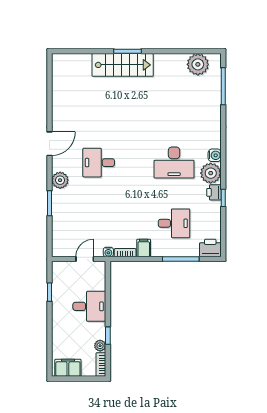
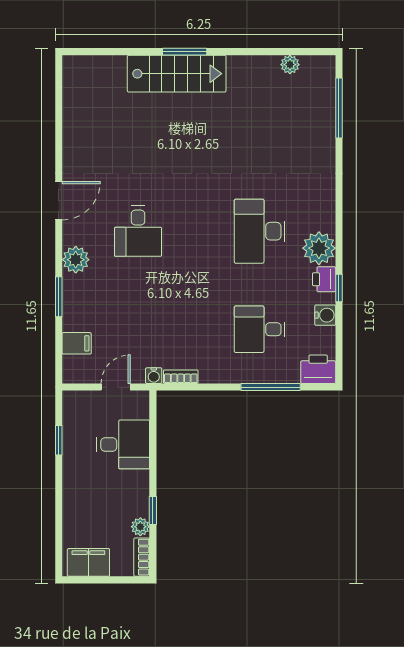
plant: (198, 64) -> (290, 65), width x0.53, depth x0.53
water cooler: (215, 155) -> (325, 315), moved
desk: (99, 163) -> (138, 231), turned -90
desk: (174, 163) -> (260, 231), turned 90
desk: (174, 223) -> (260, 329), turned 180
filing cabinet: (144, 248) -> (77, 343), moved, turned 90
desk: (89, 306) -> (123, 444), moved

